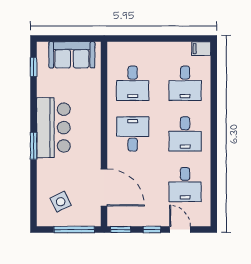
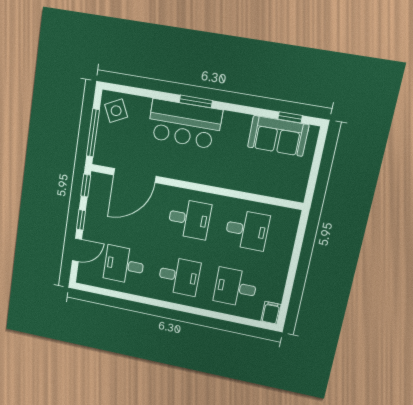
sofa: (72, 55) -> (278, 136), moved, turned -90
desk: (133, 83) -> (247, 230), turned 180
bar counter: (53, 128) -> (185, 124), moved
desk: (185, 134) -> (179, 276), turned 180
side table: (61, 202) -> (116, 111), moved

